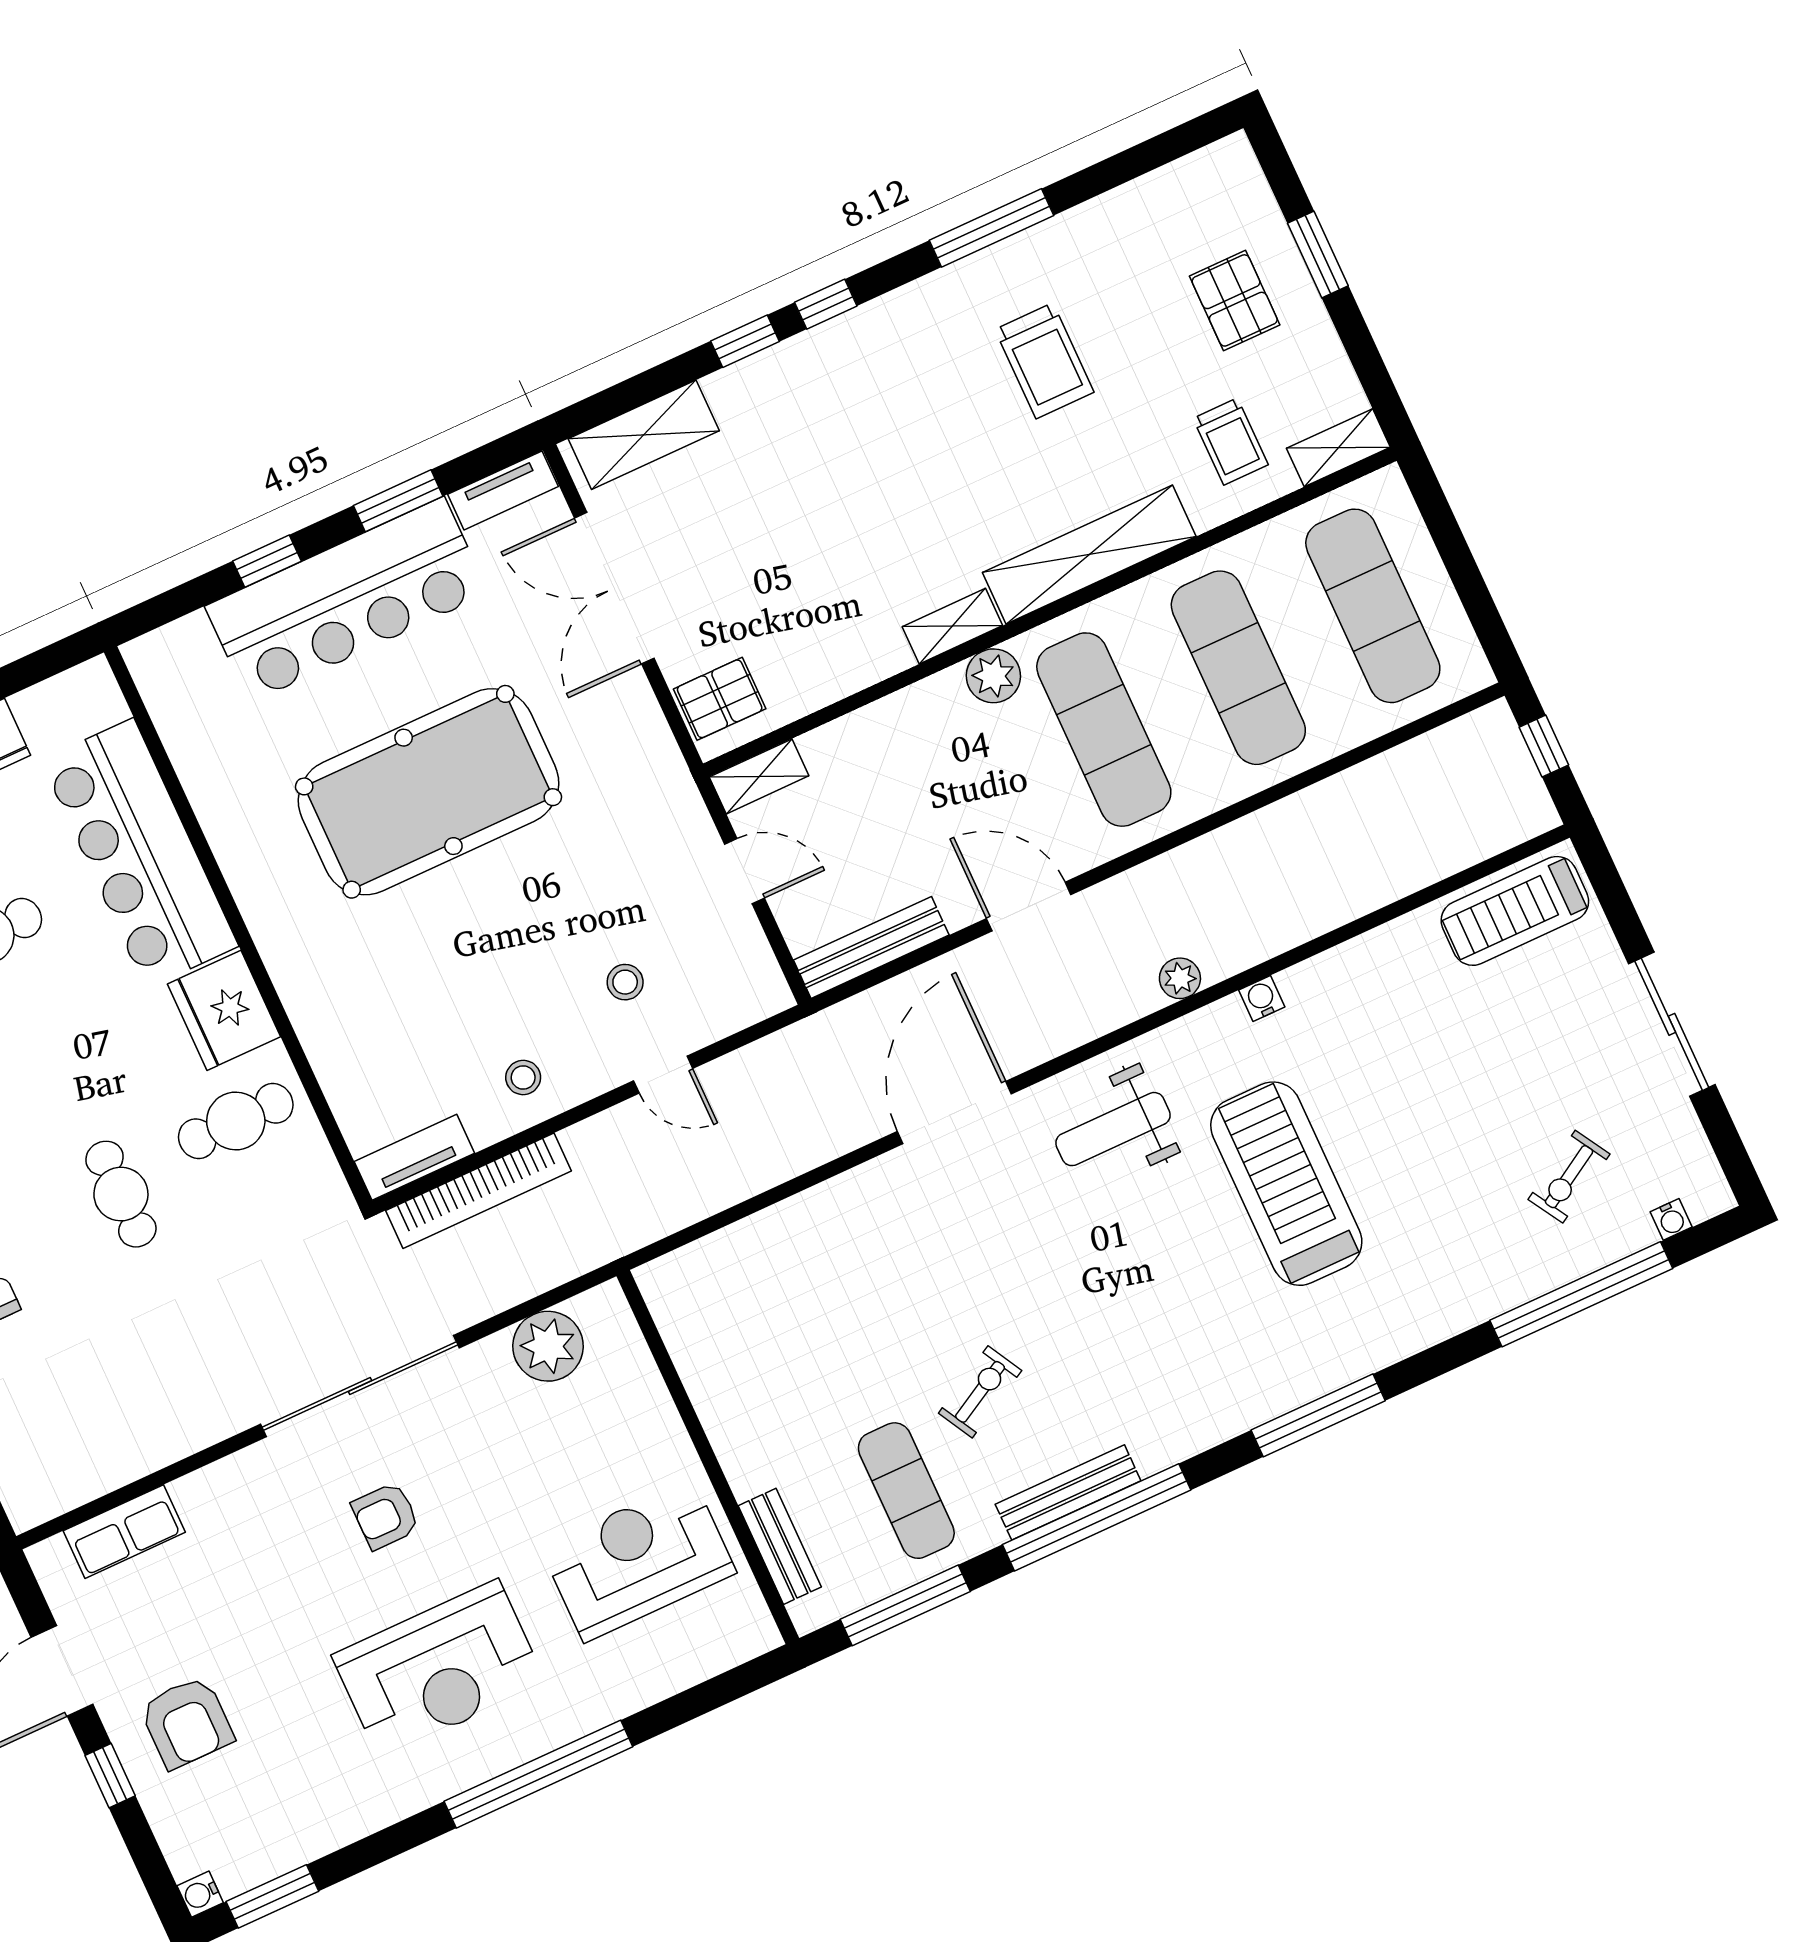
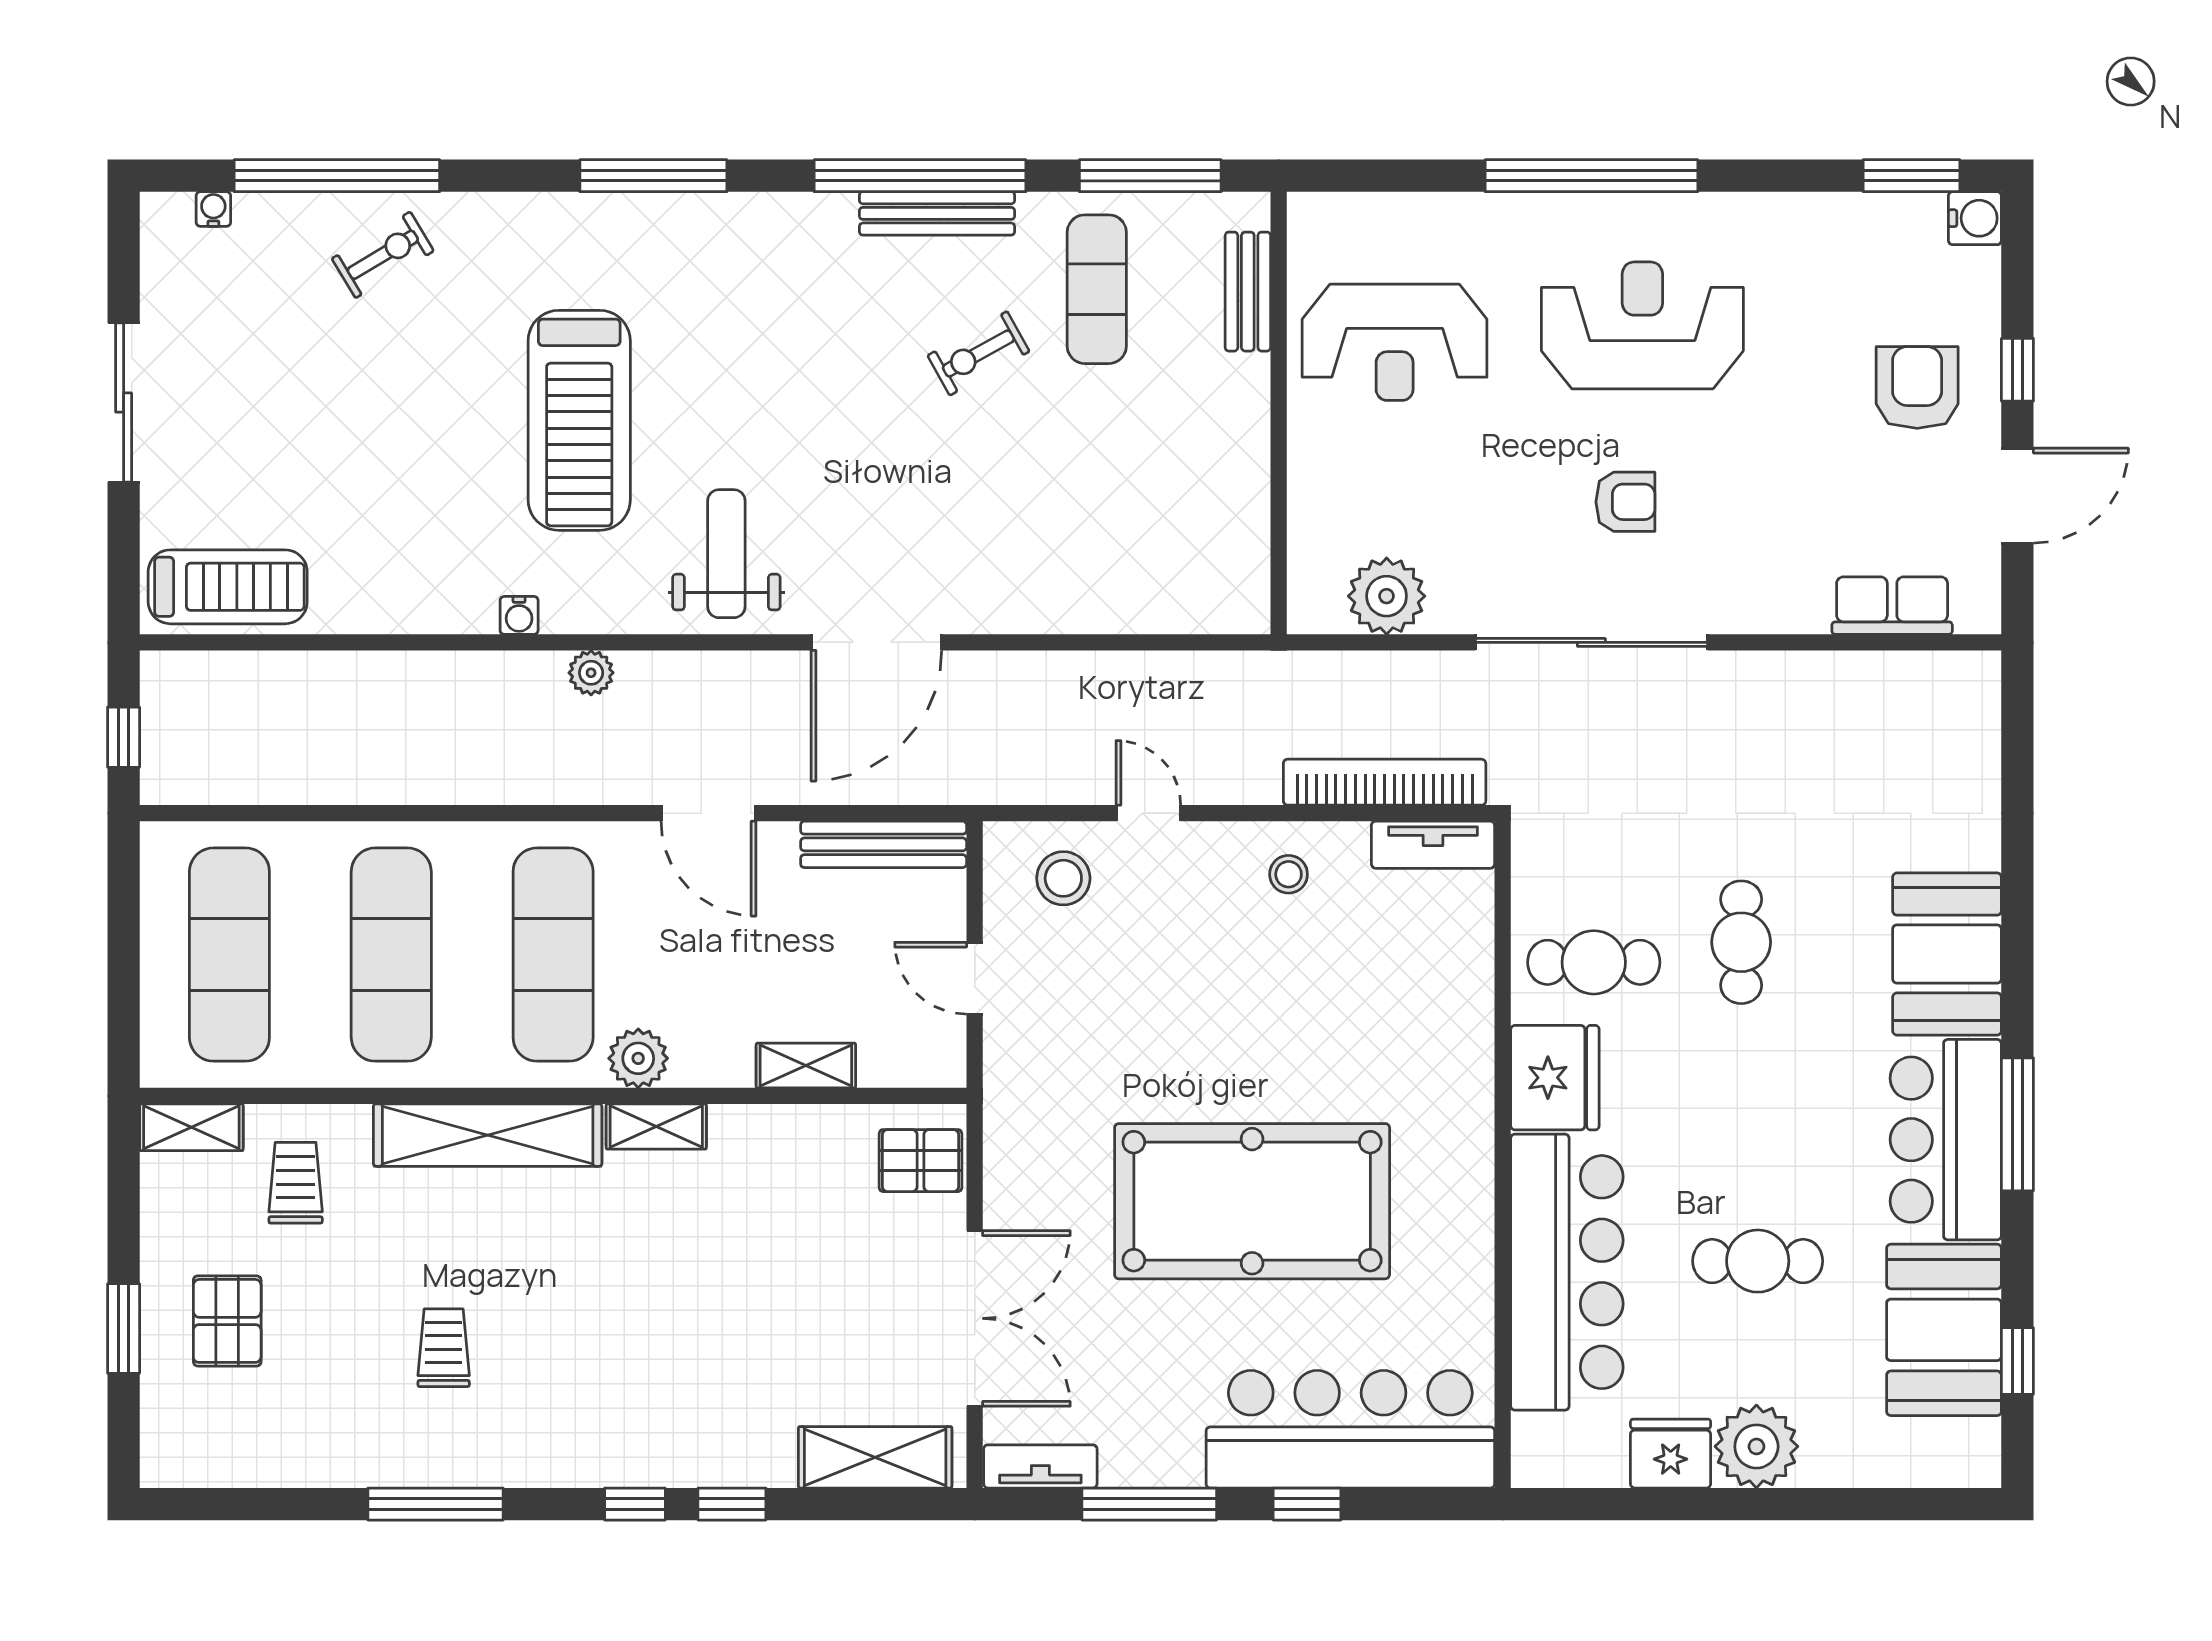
trolley: (1044, 361) -> (444, 1348), width x0.73, depth x0.72
window: (398, 501) -> (1149, 1504), width x1.44
bar counter: (347, 600) -> (1350, 1429), moved
shelving: (759, 776) -> (806, 1066), moved
stool: (625, 982) -> (1063, 878), moved, width x1.37, depth x1.37
weight bench: (1113, 1129) -> (726, 554), turned -90
exercise bike: (1569, 1177) -> (383, 255), moved
water cooler: (200, 1894) -> (1975, 218), width x1.38, depth x1.38

